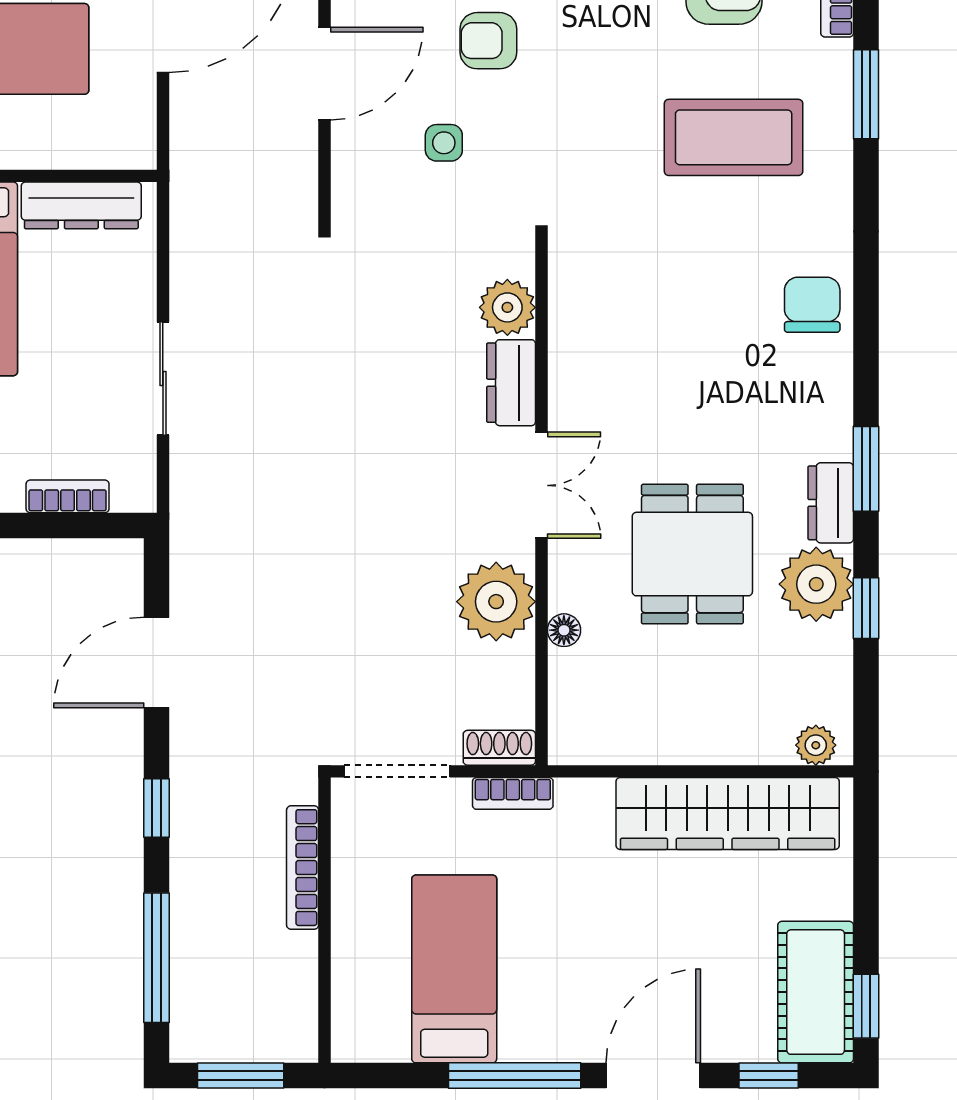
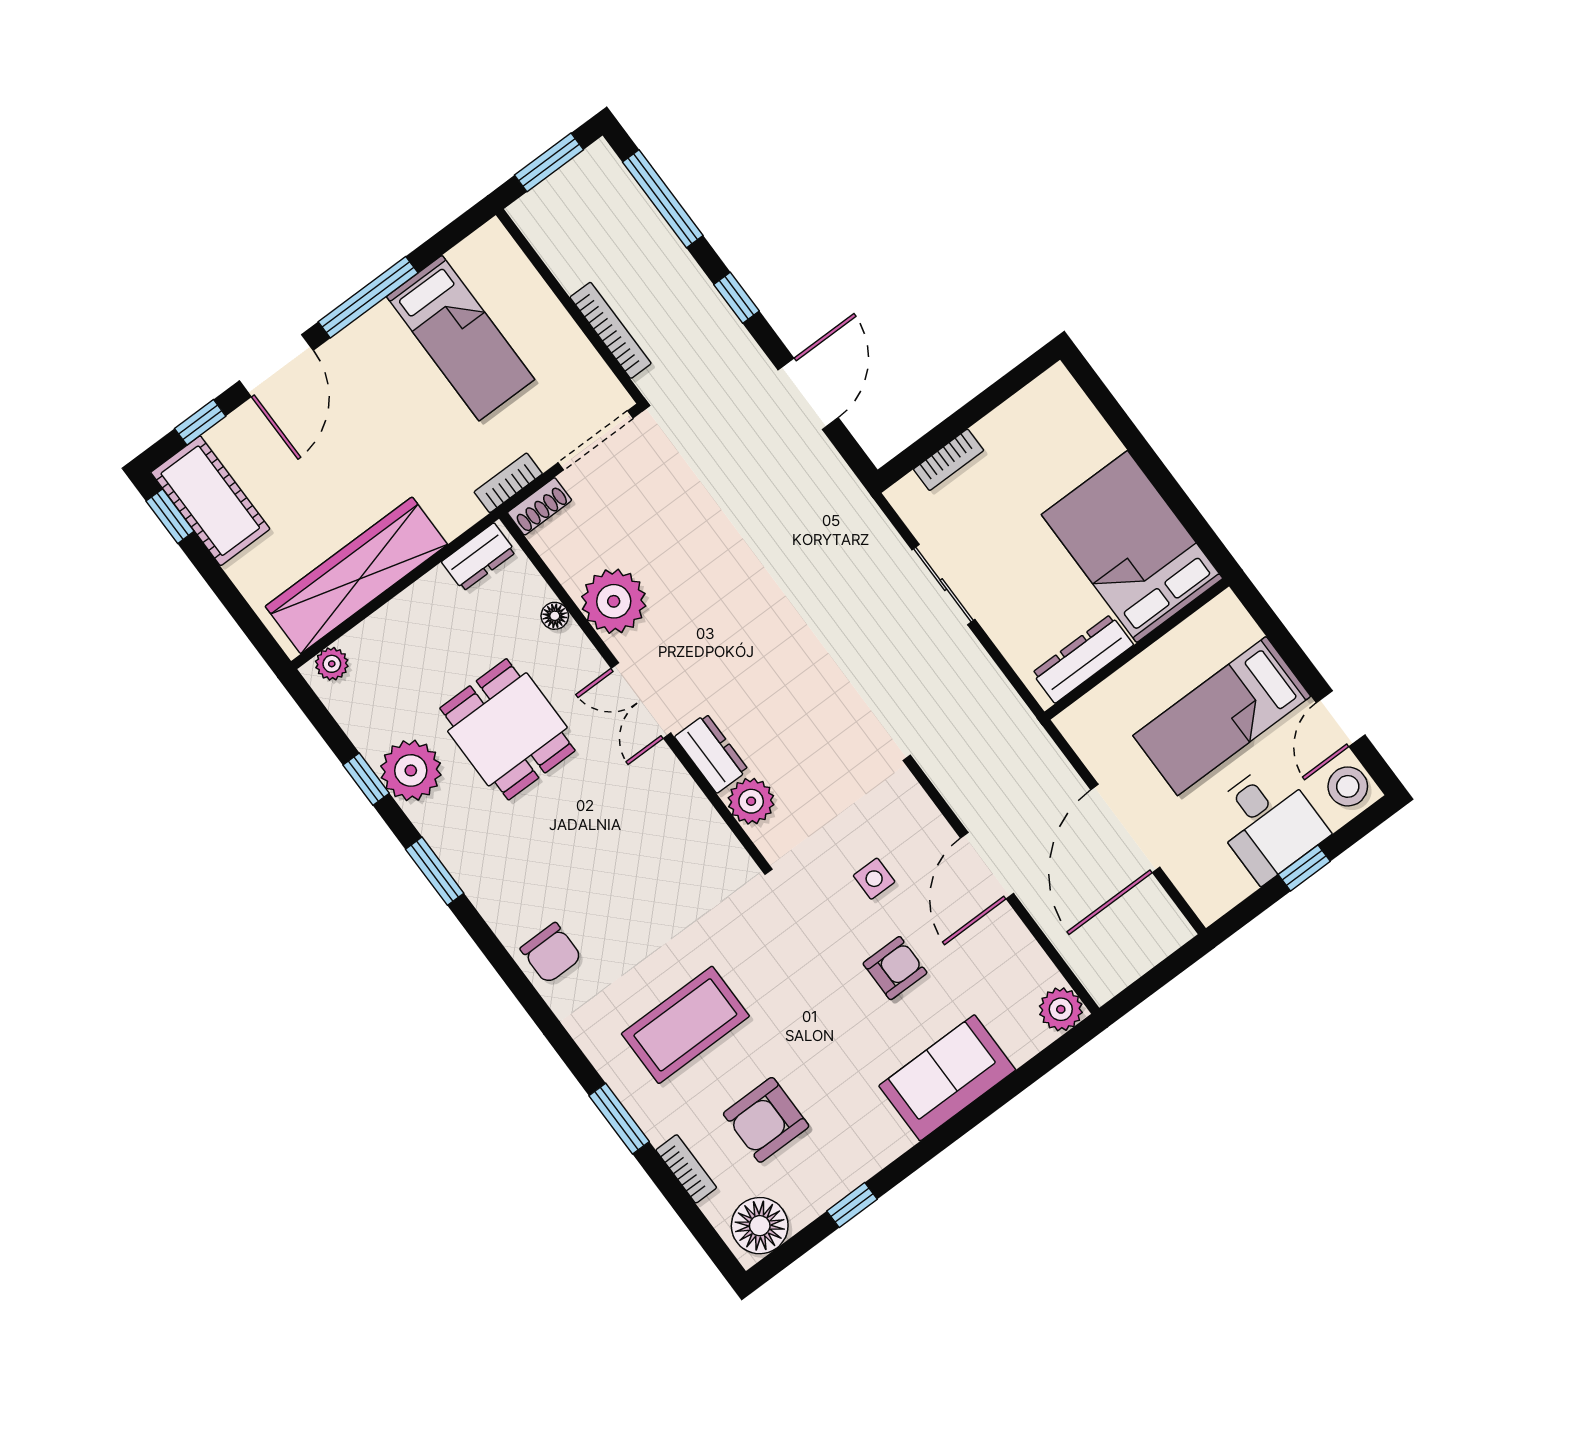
dresser: (831, 503) -> (479, 557), moved, turned 90

